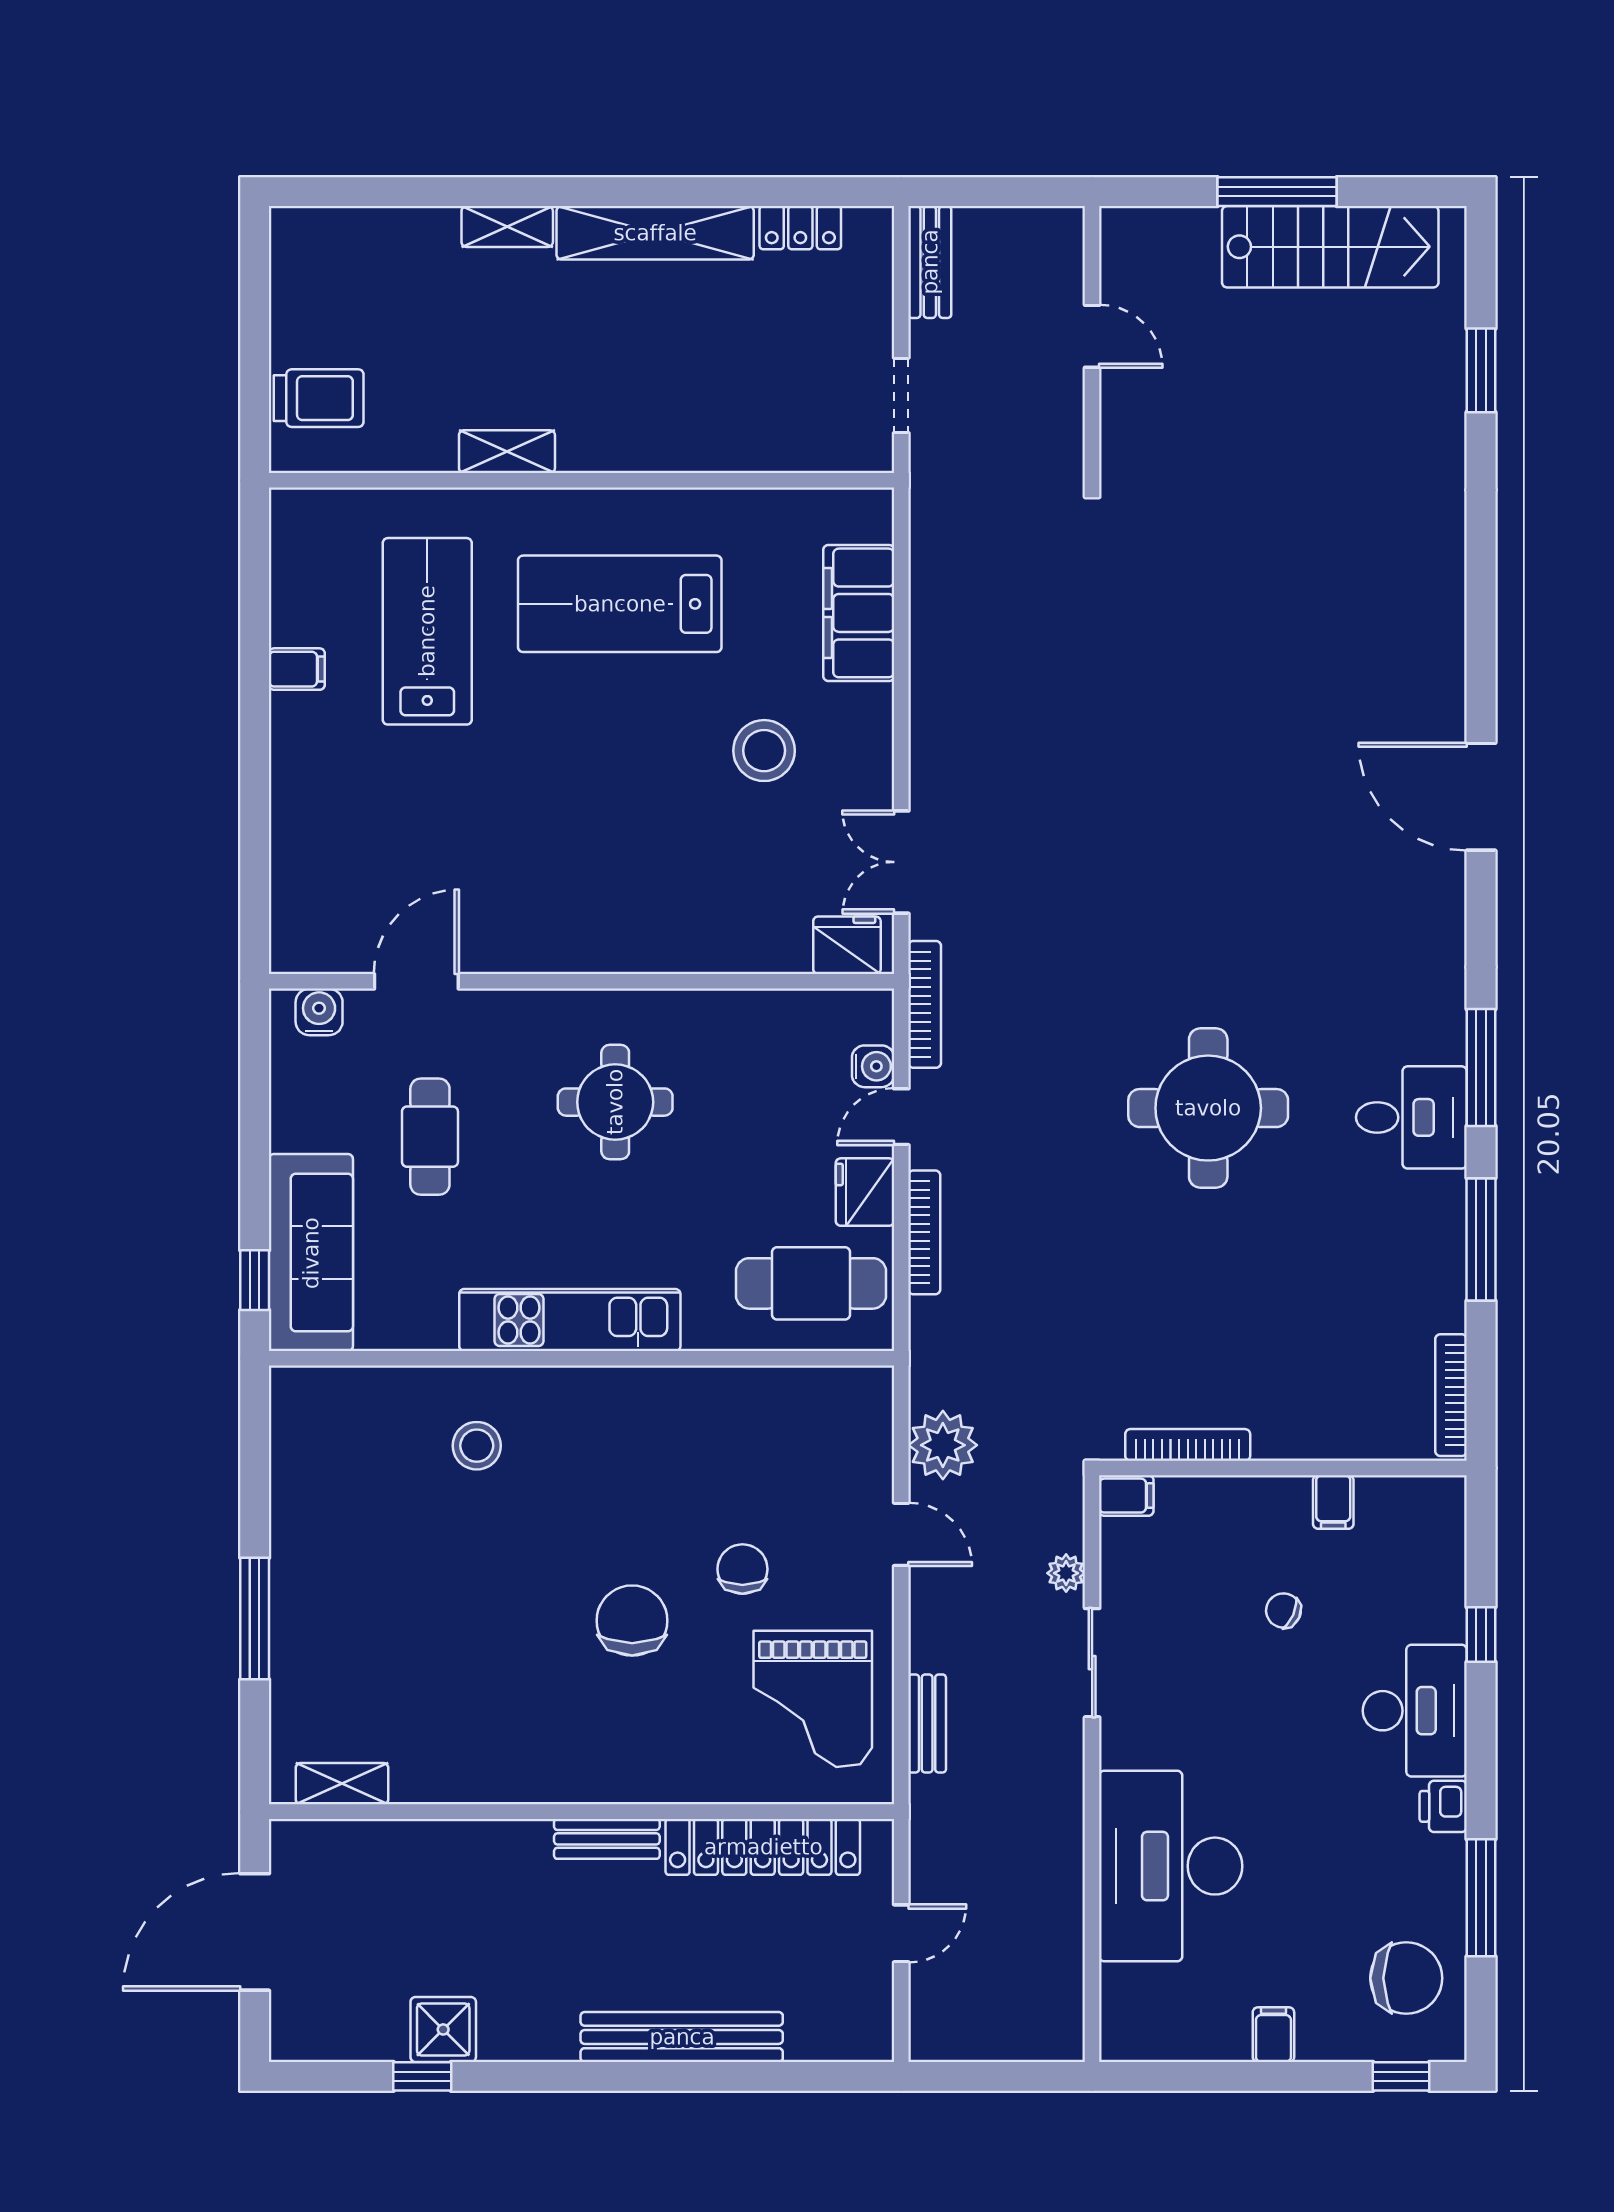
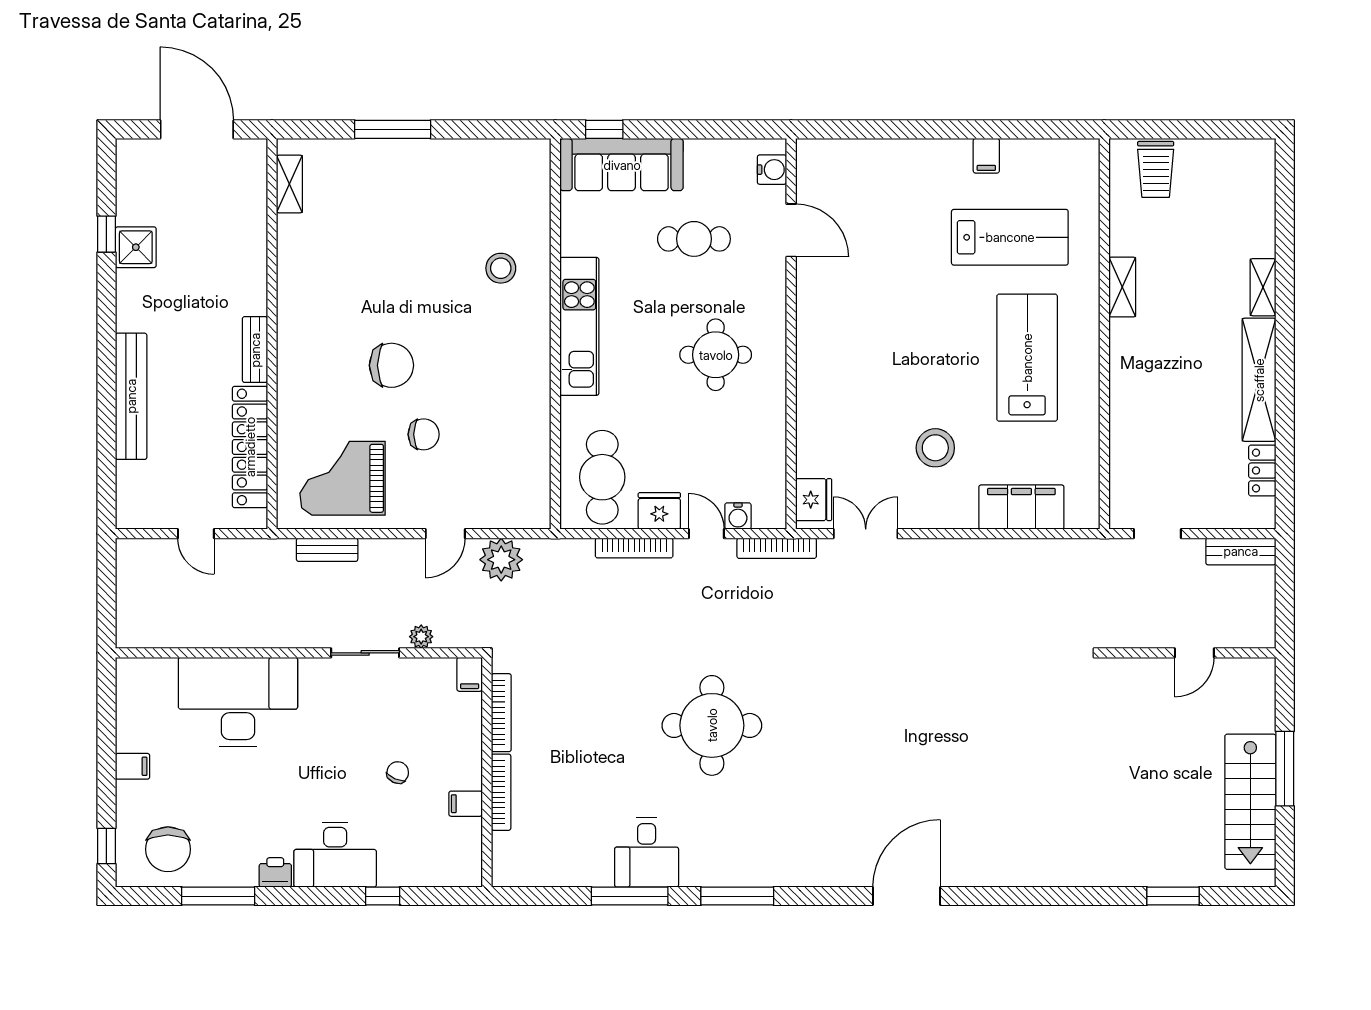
desk: (1411, 1117) -> (647, 853), moved
bookcase: (1451, 1395) -> (501, 792), moved, turned 90

